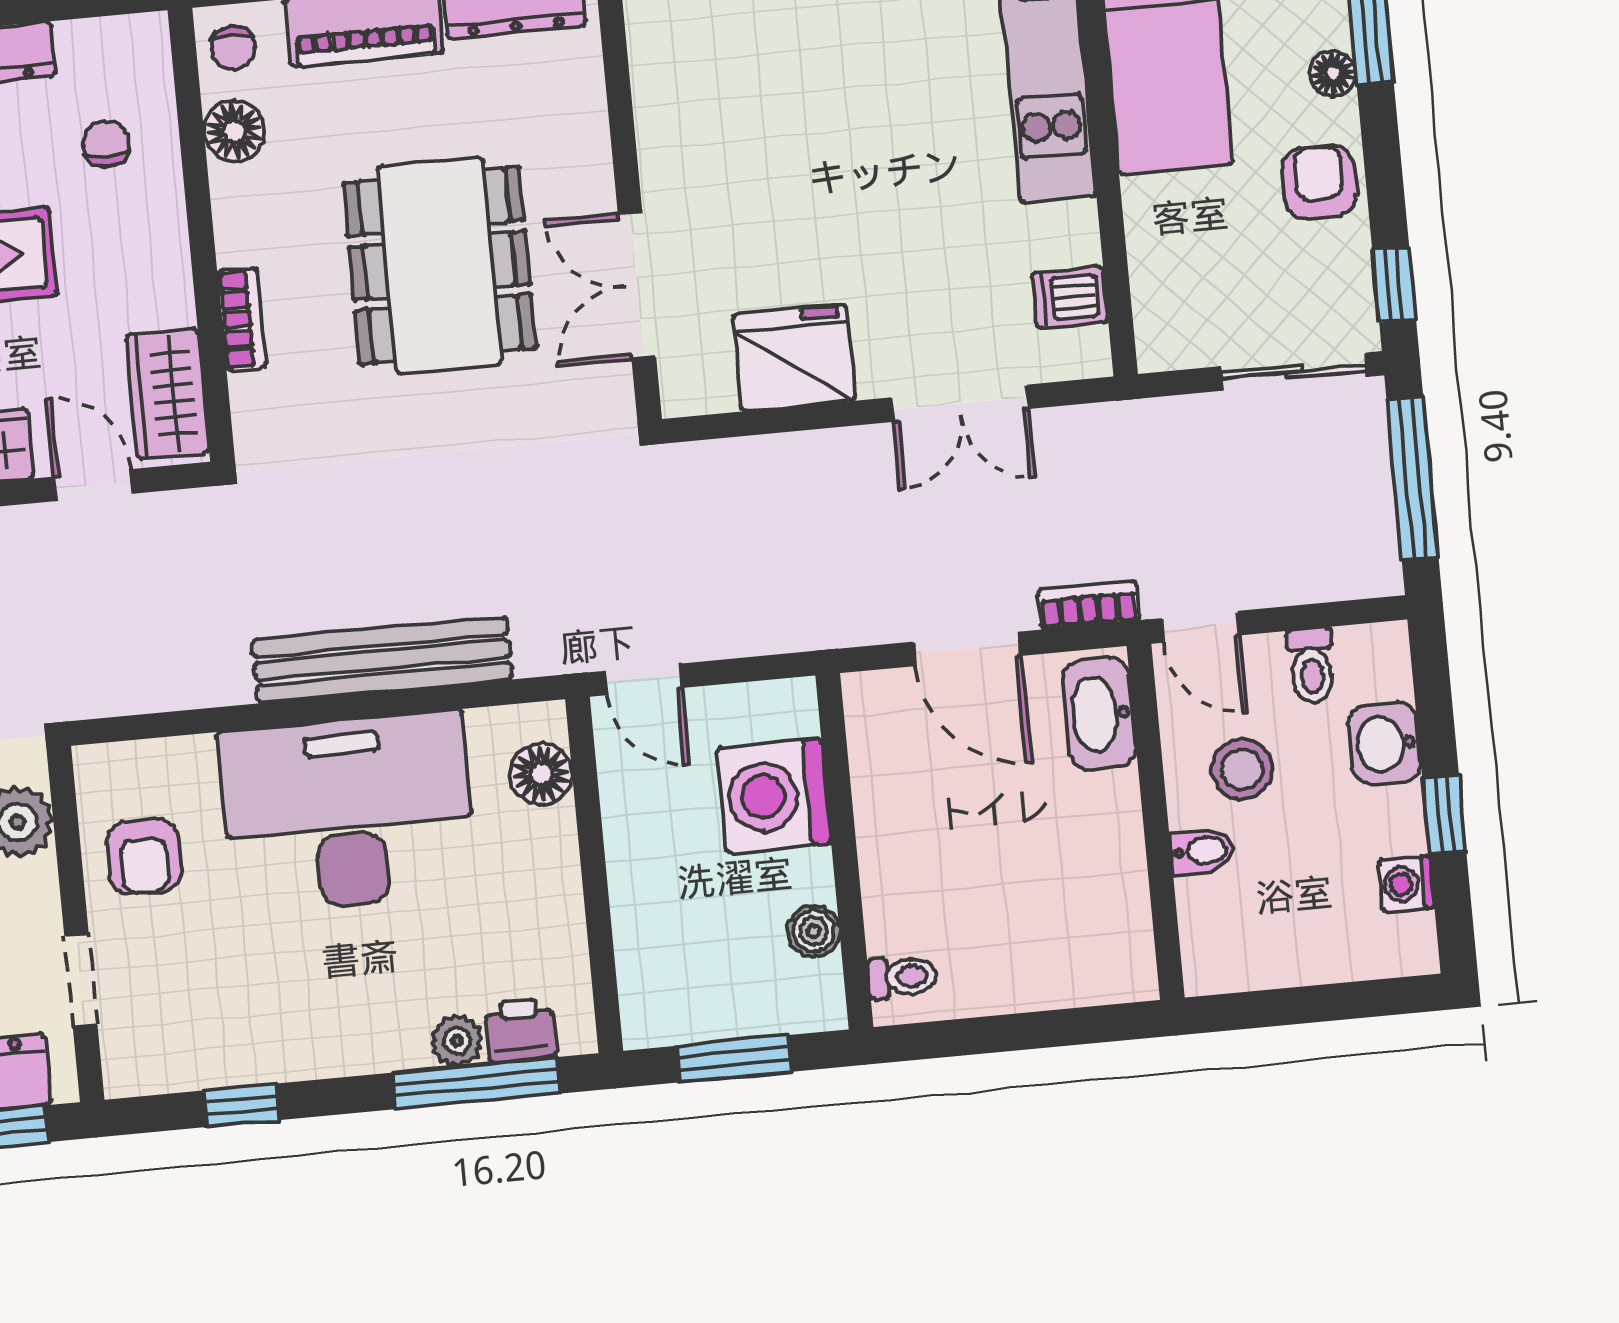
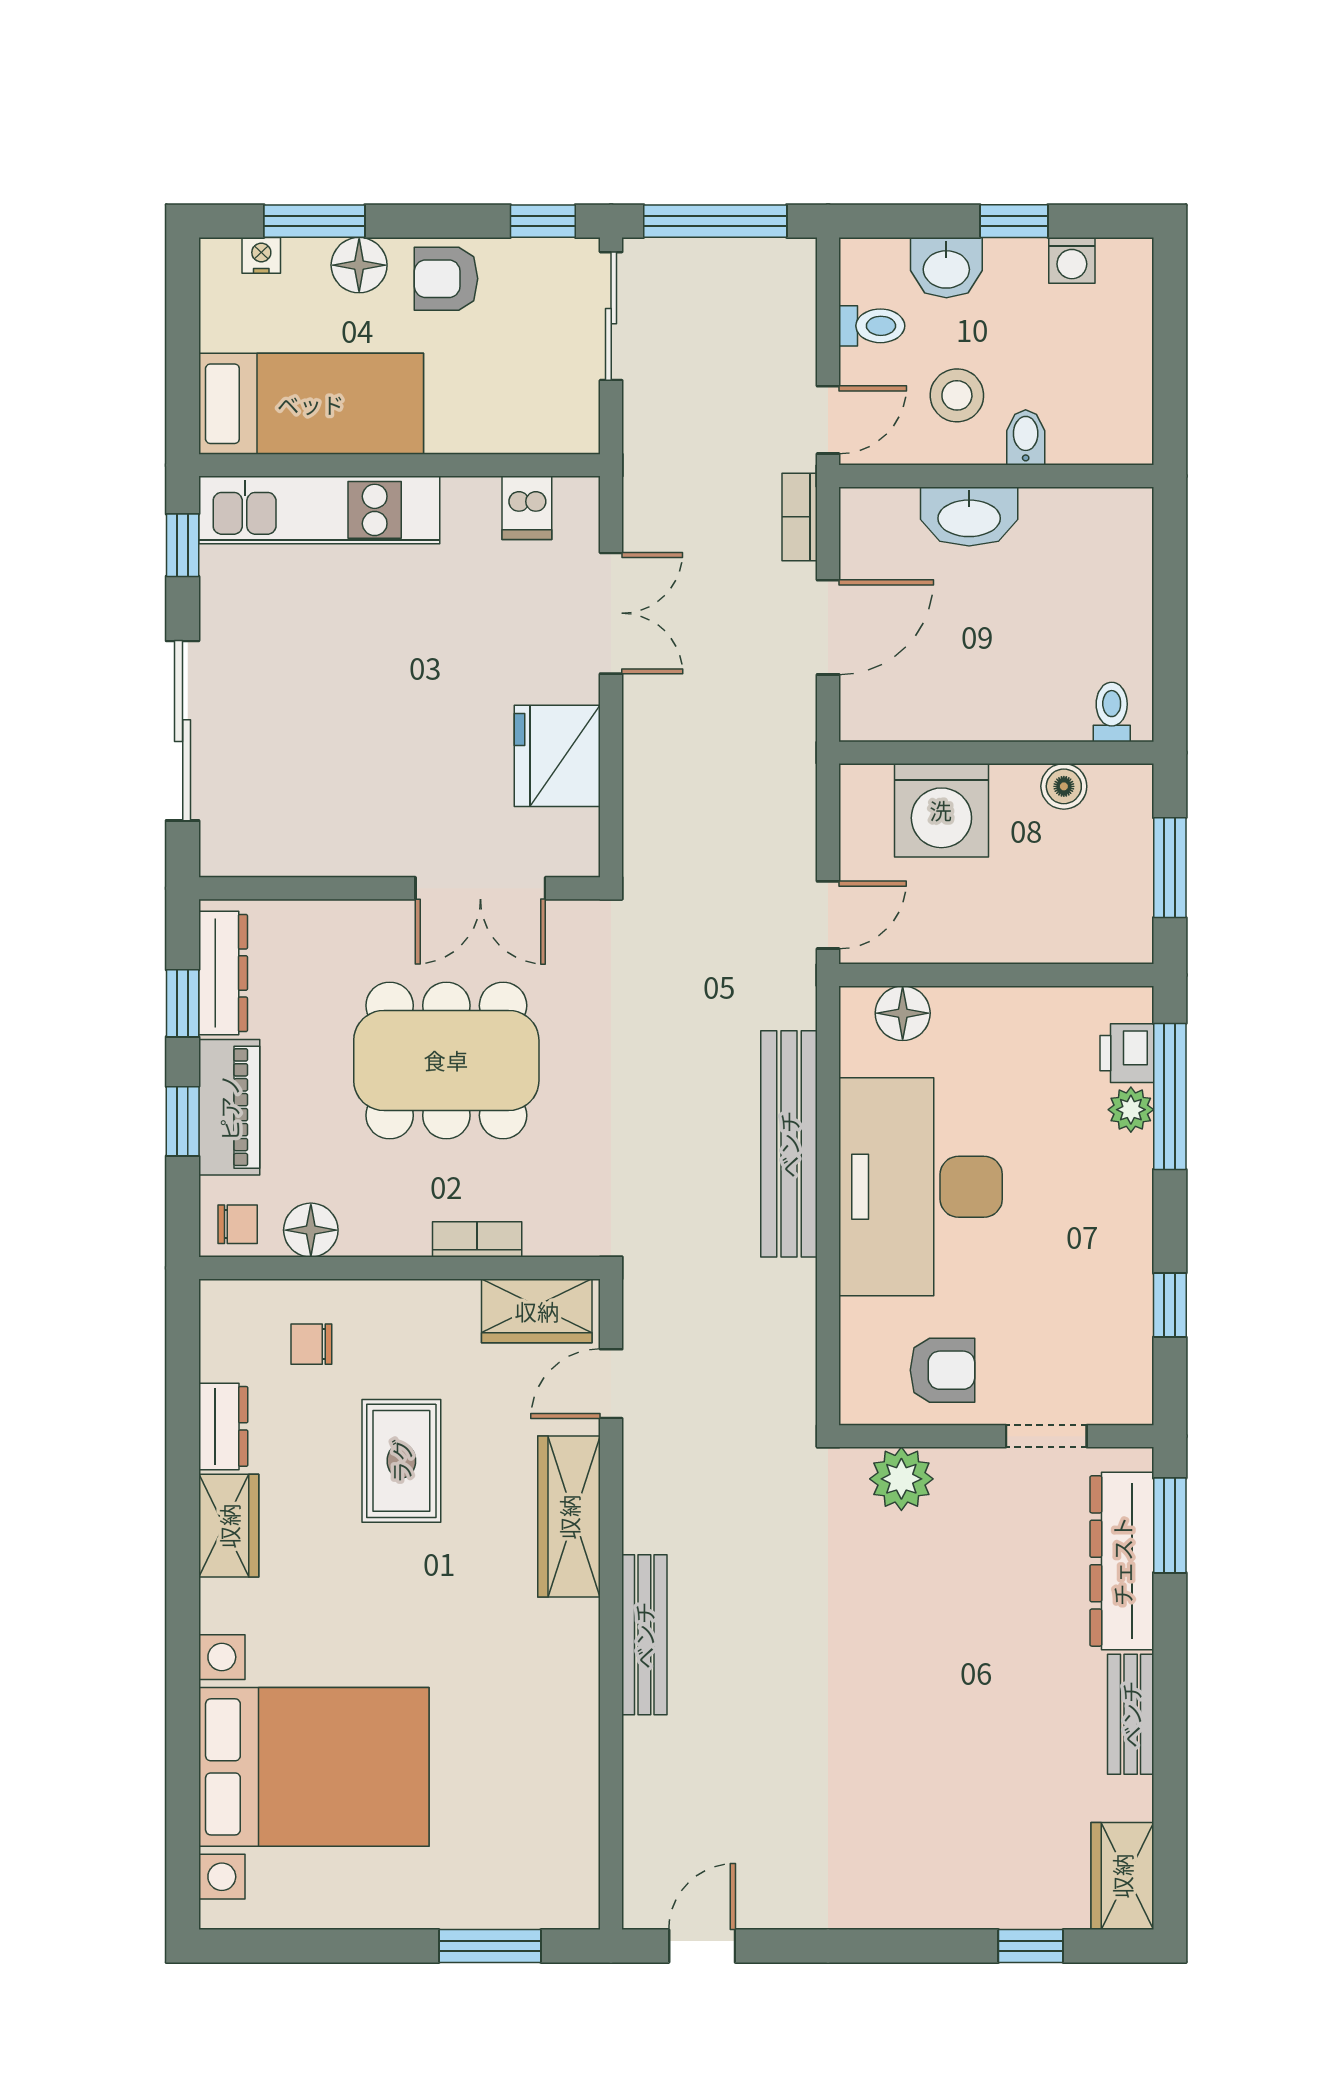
floor lamp: (1333, 73) -> (359, 265), width x1.37, depth x1.37
washbasin: (1099, 714) -> (969, 517), moved

